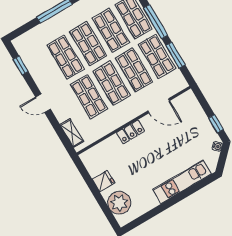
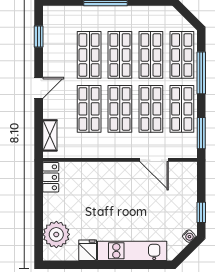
window: (175, 55) -> (201, 133), moved
door: (43, 103) -> (39, 88), swing flipped
locker: (131, 132) -> (51, 177), moved, turned -90
fridge: (103, 181) -> (88, 250), moved, turned -90

